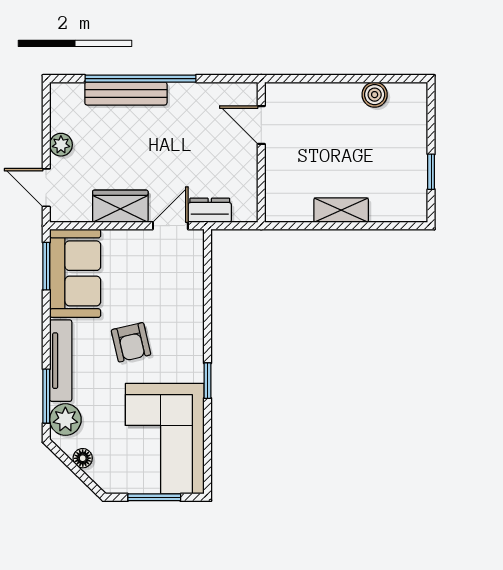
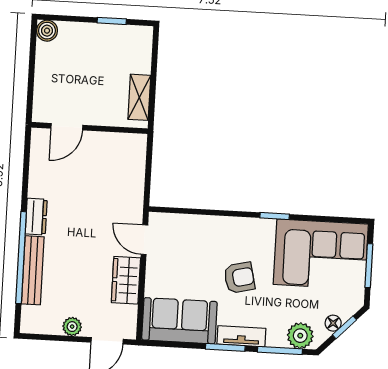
boiler: (375, 95) -> (47, 31), moved
door: (261, 125) -> (67, 127), moved
wall: (261, 152) -> (89, 128), moved
dresser: (210, 210) -> (36, 217), moved, turned 180
window: (46, 266) -> (225, 347), moved
tv unit: (61, 361) -> (241, 336), width x0.71
window: (78, 472) -> (344, 327), added

